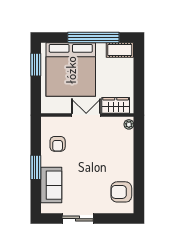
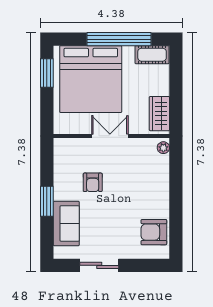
wardrobe: (116, 105) -> (159, 114), moved, turned -90
armchair: (58, 144) -> (93, 182), moved

